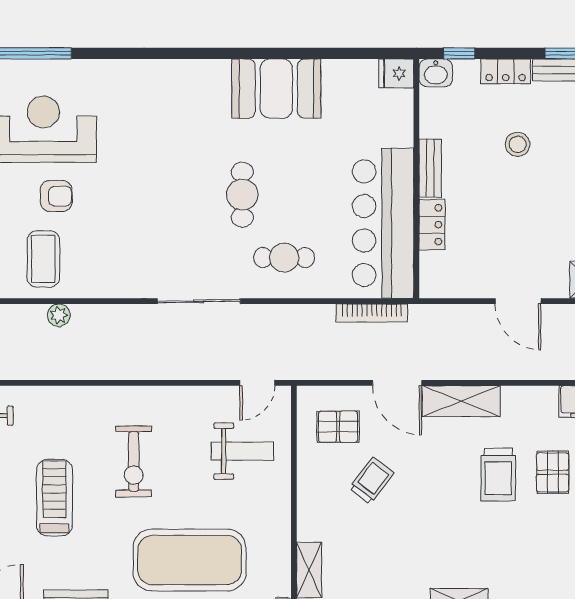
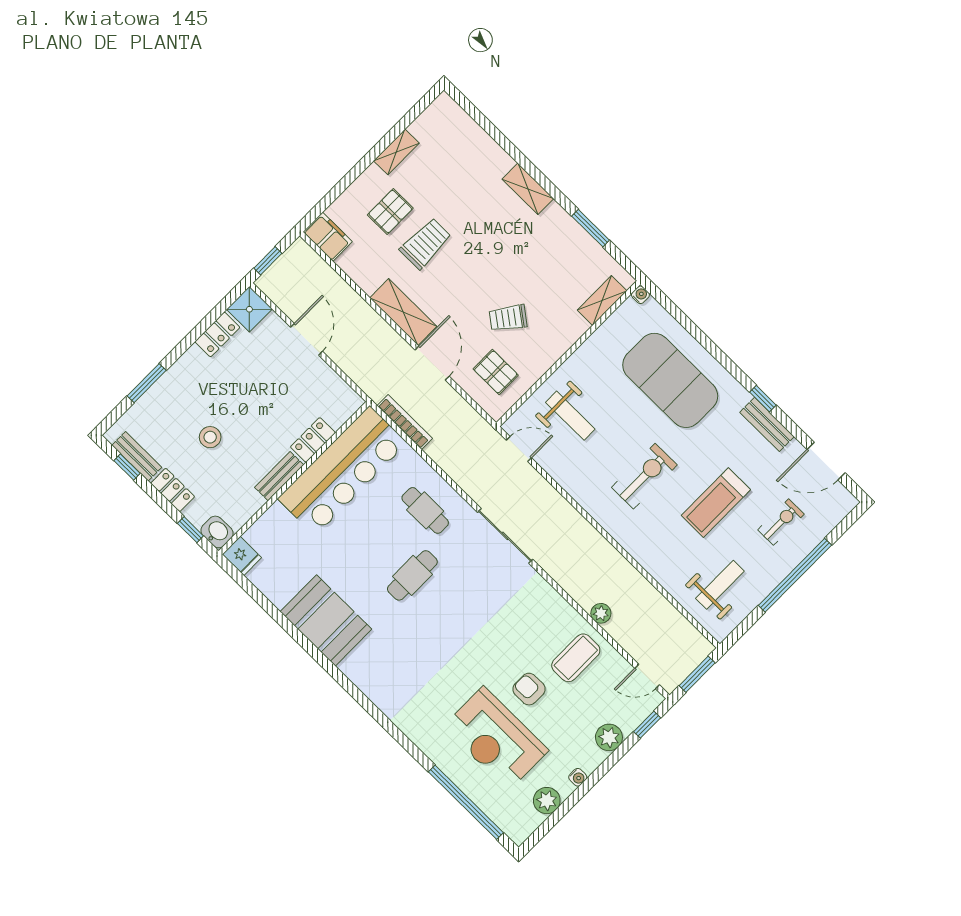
weight bench: (242, 451) -> (570, 416), turned 180

